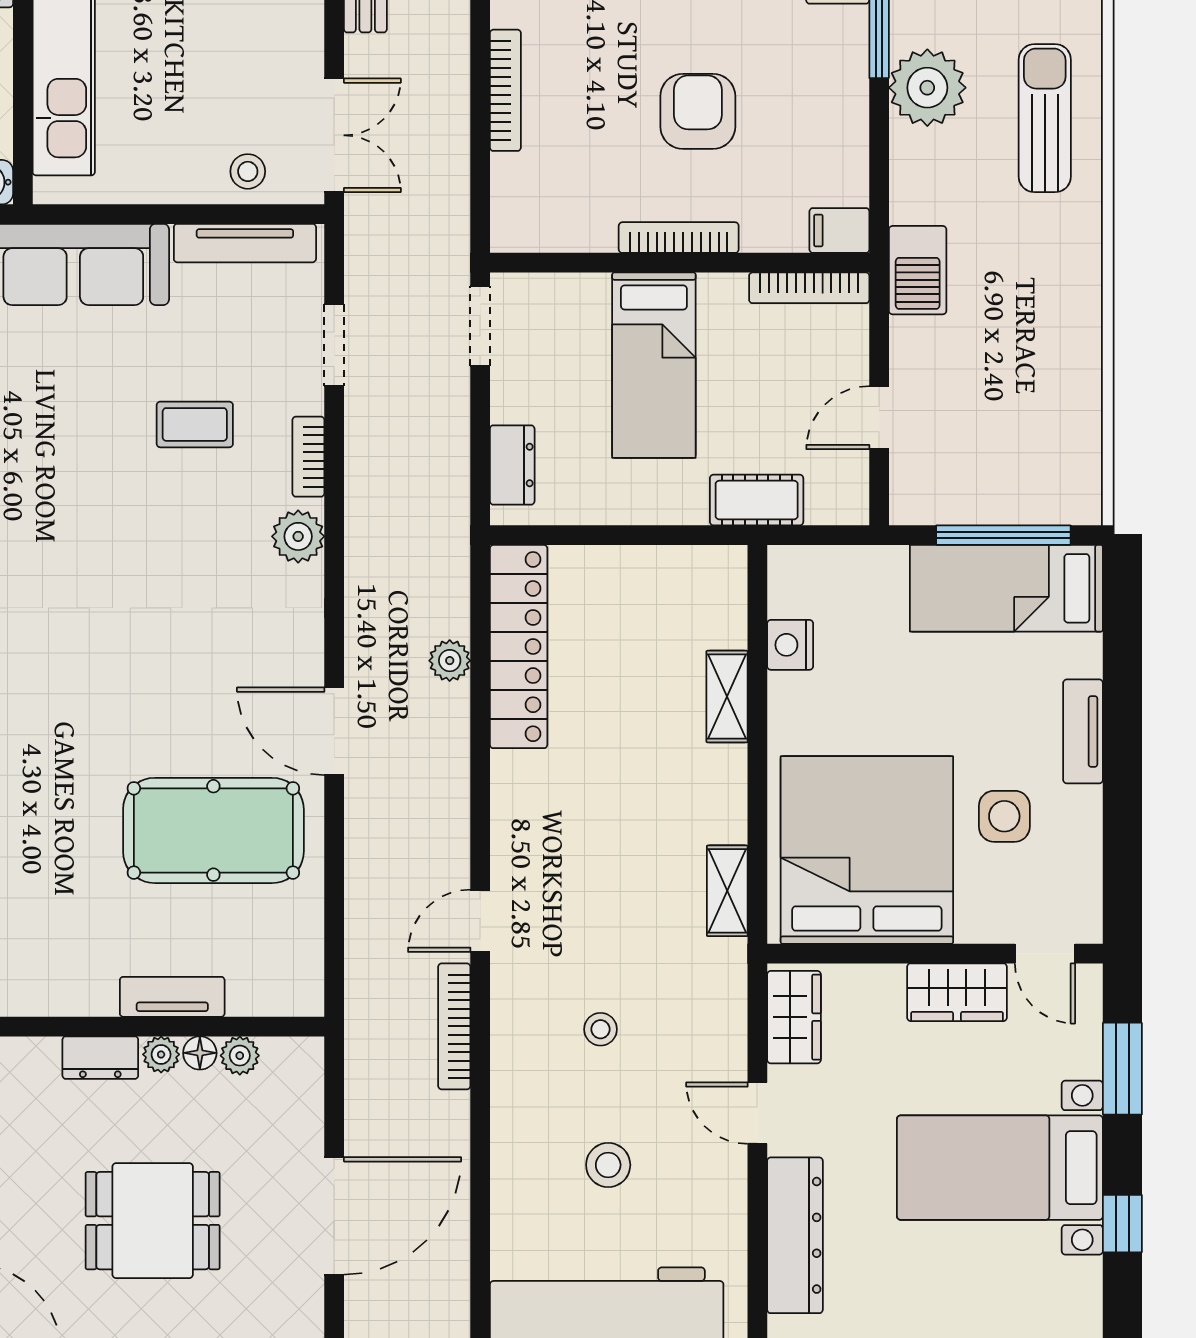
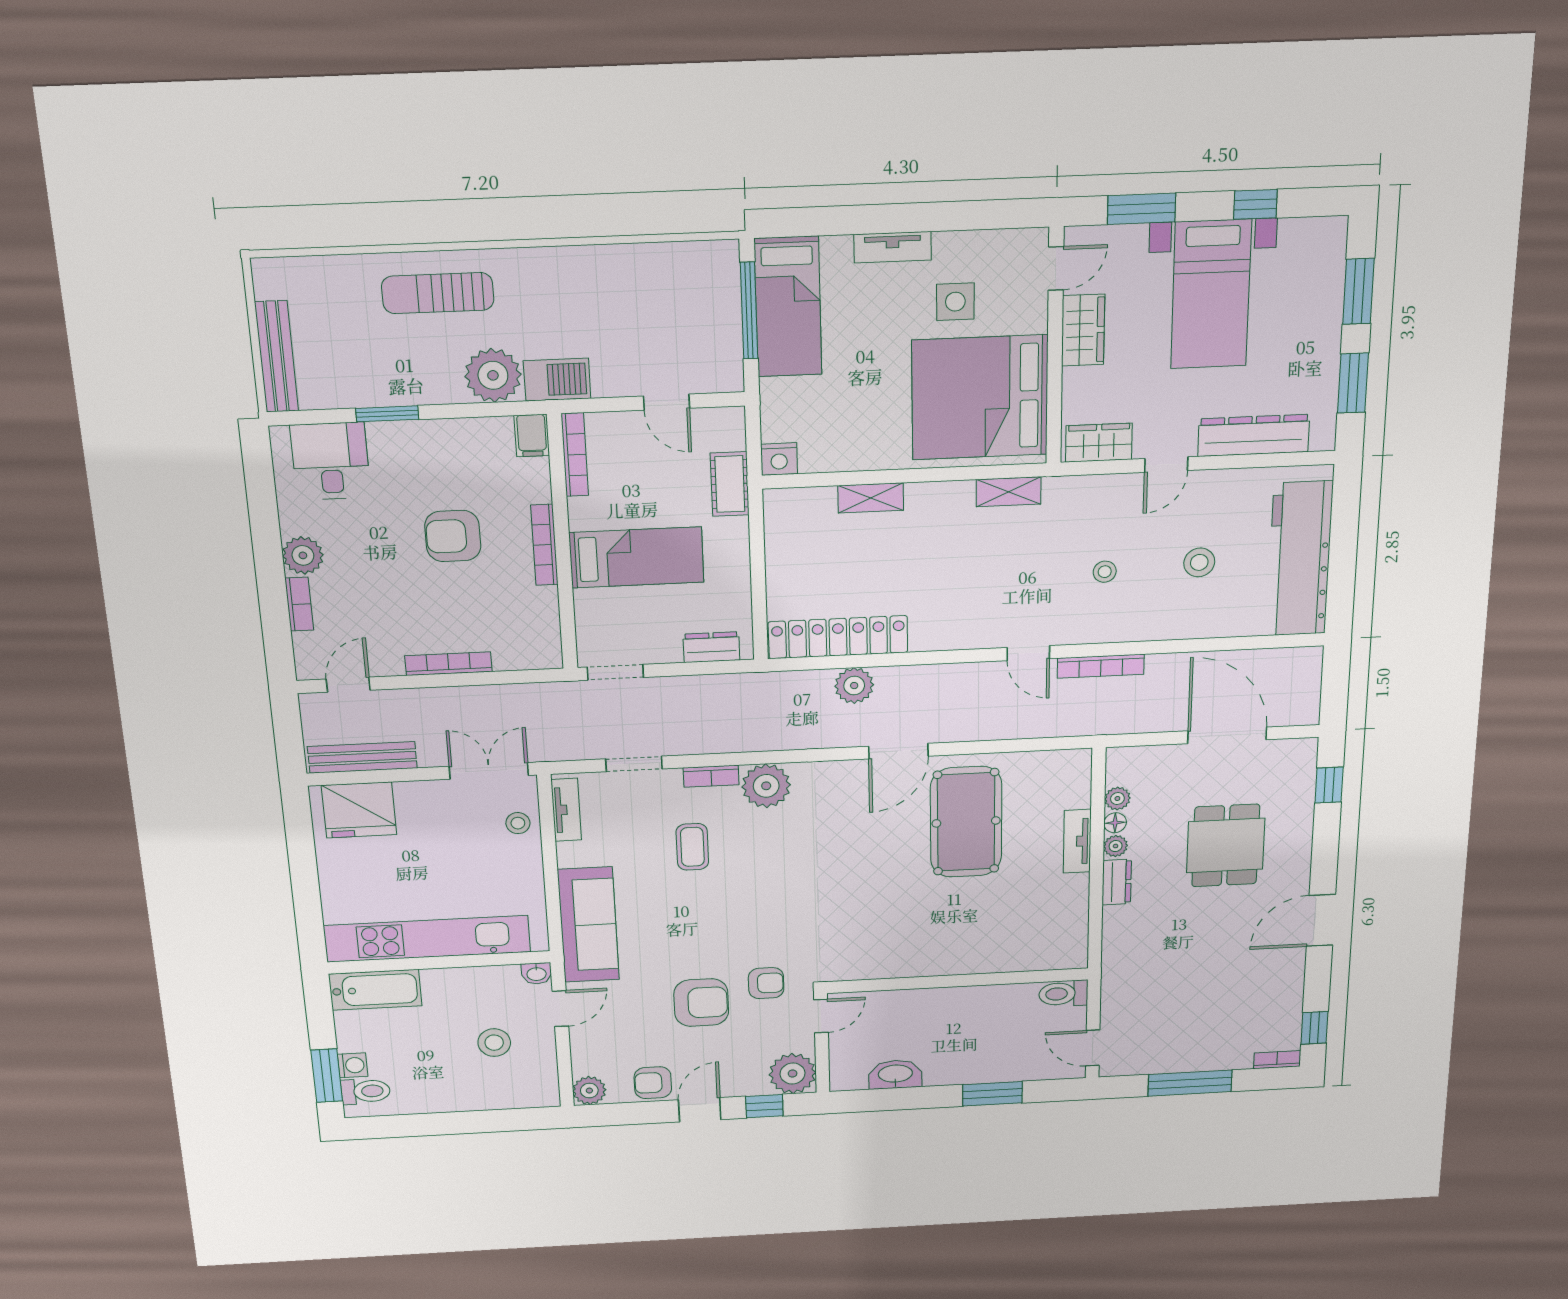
plant: (927, 88) -> (493, 375), moved
tv unit: (245, 243) -> (566, 810), width x0.71
plant: (298, 536) -> (766, 786), width x1.36, depth x1.36
nightstand: (790, 645) -> (779, 459), moved
plant: (450, 661) -> (854, 686), width x1.38, depth x1.38

